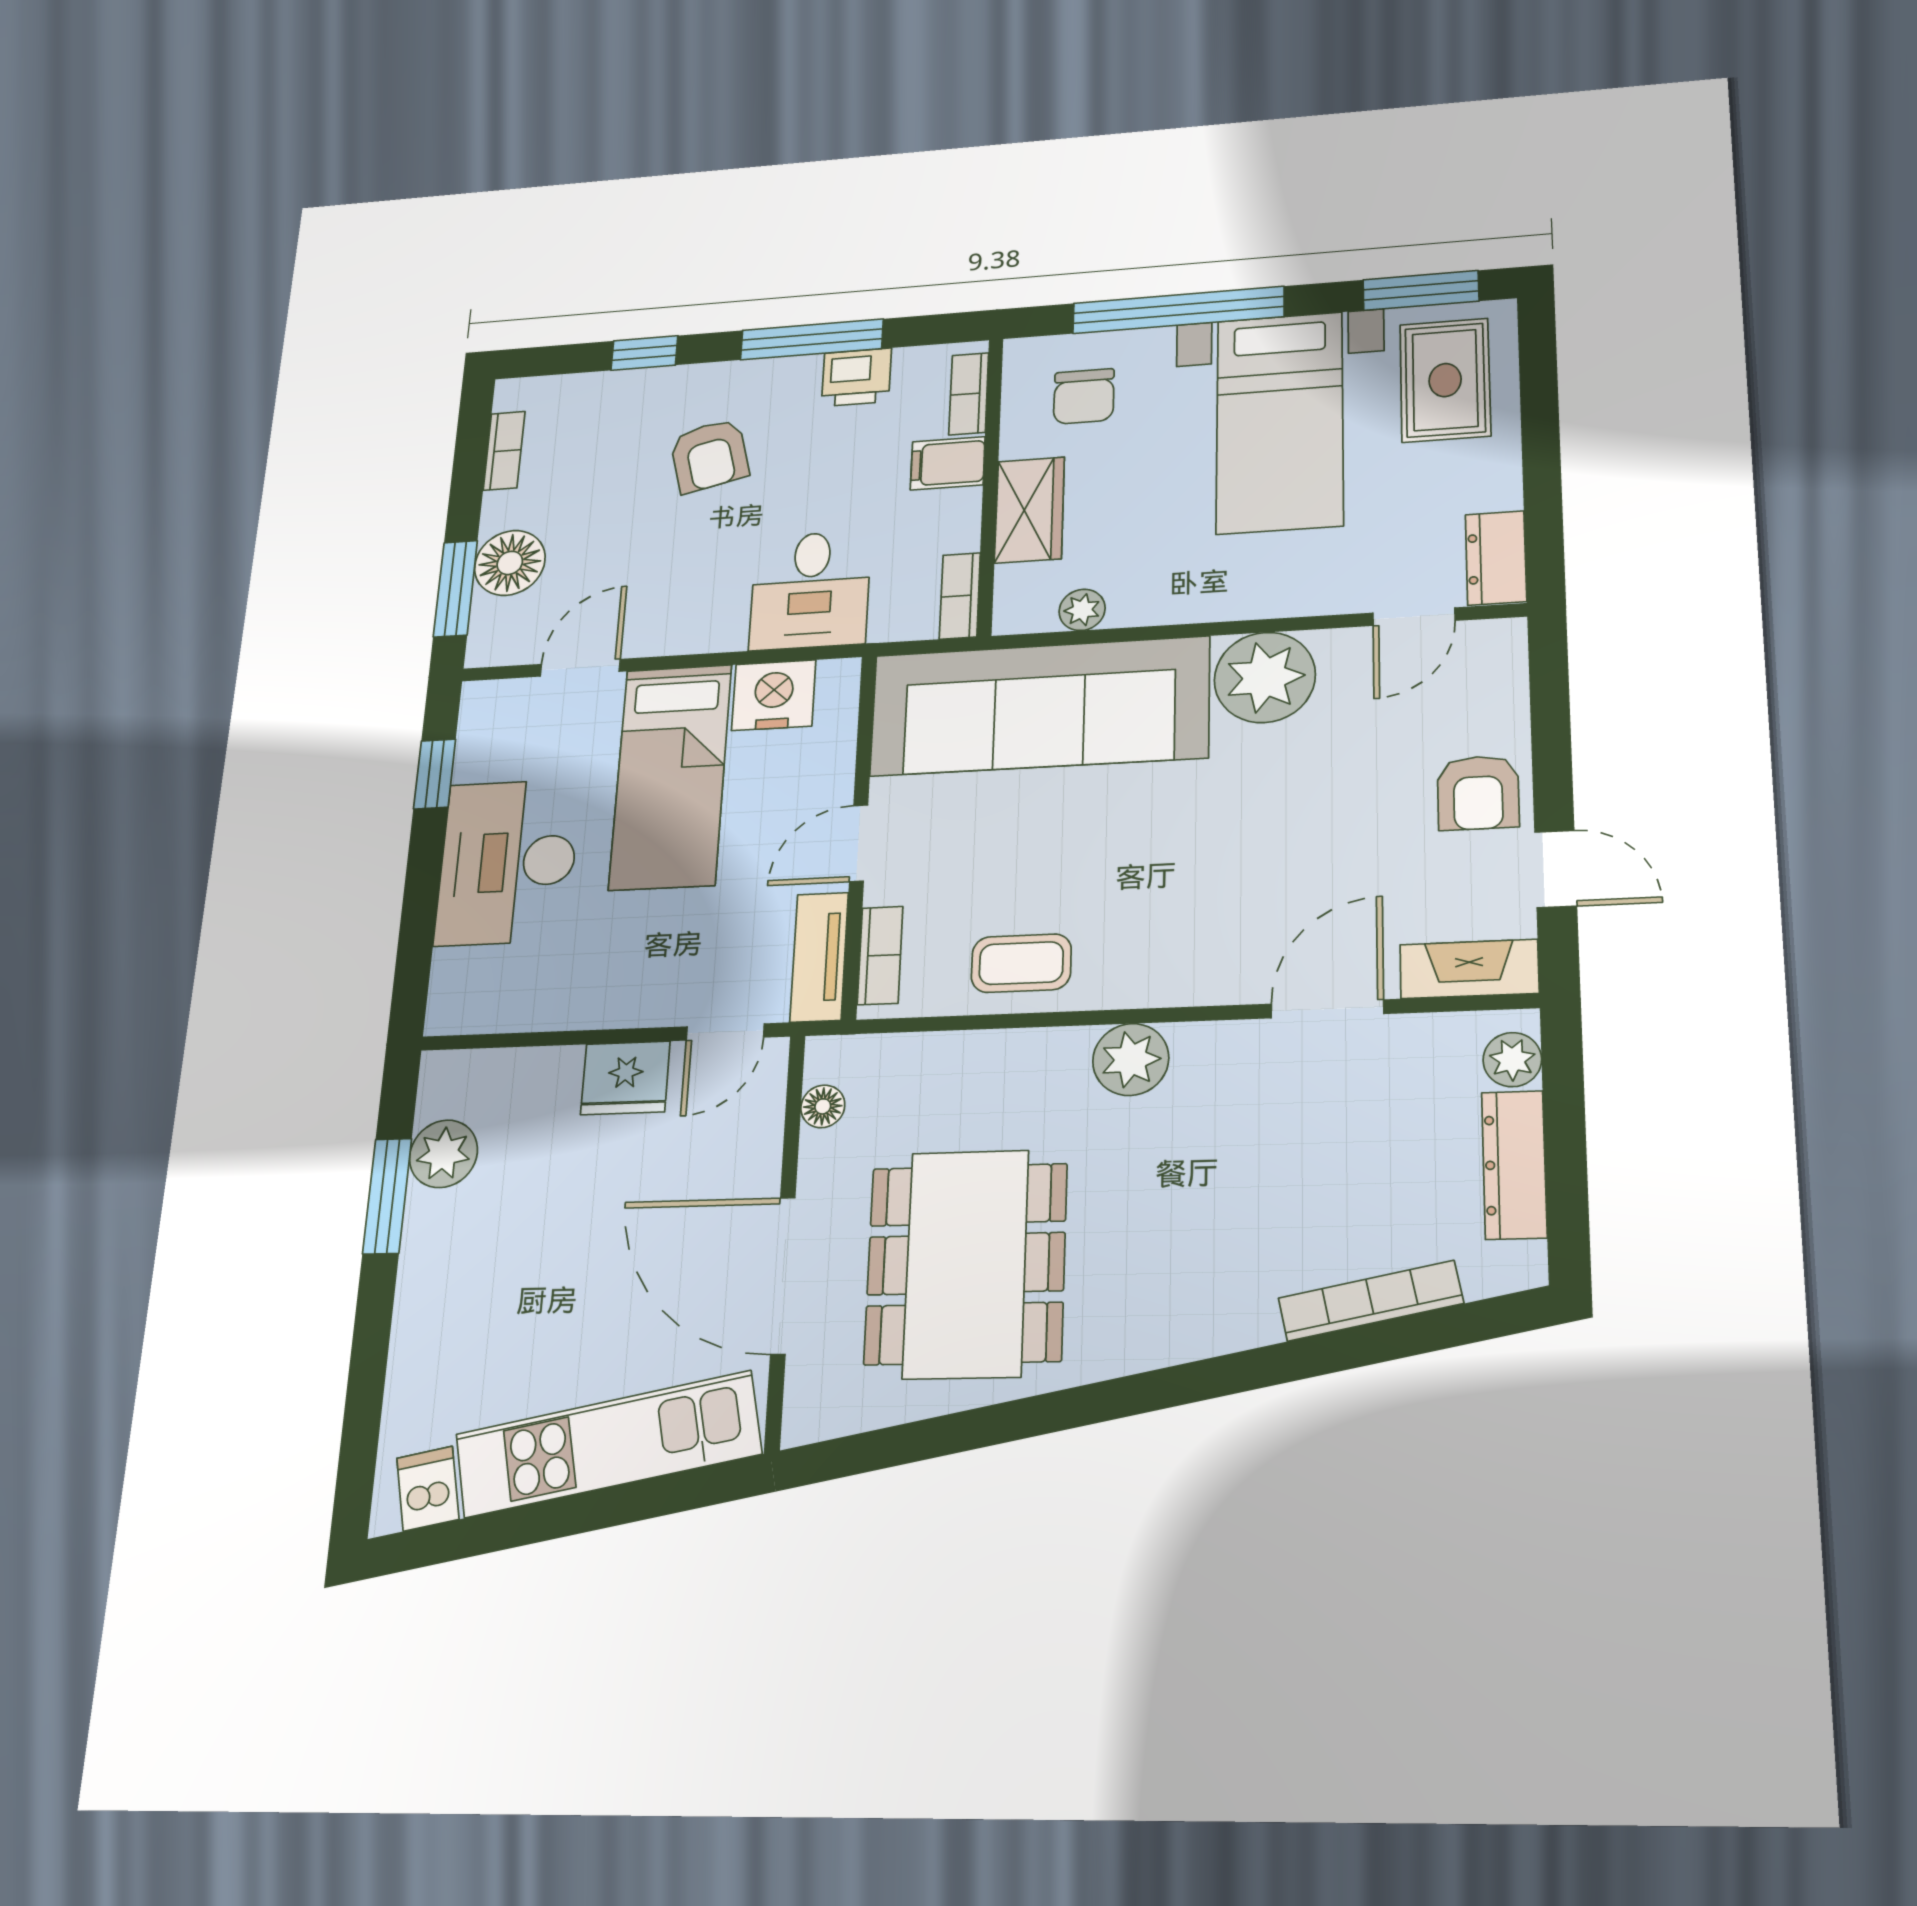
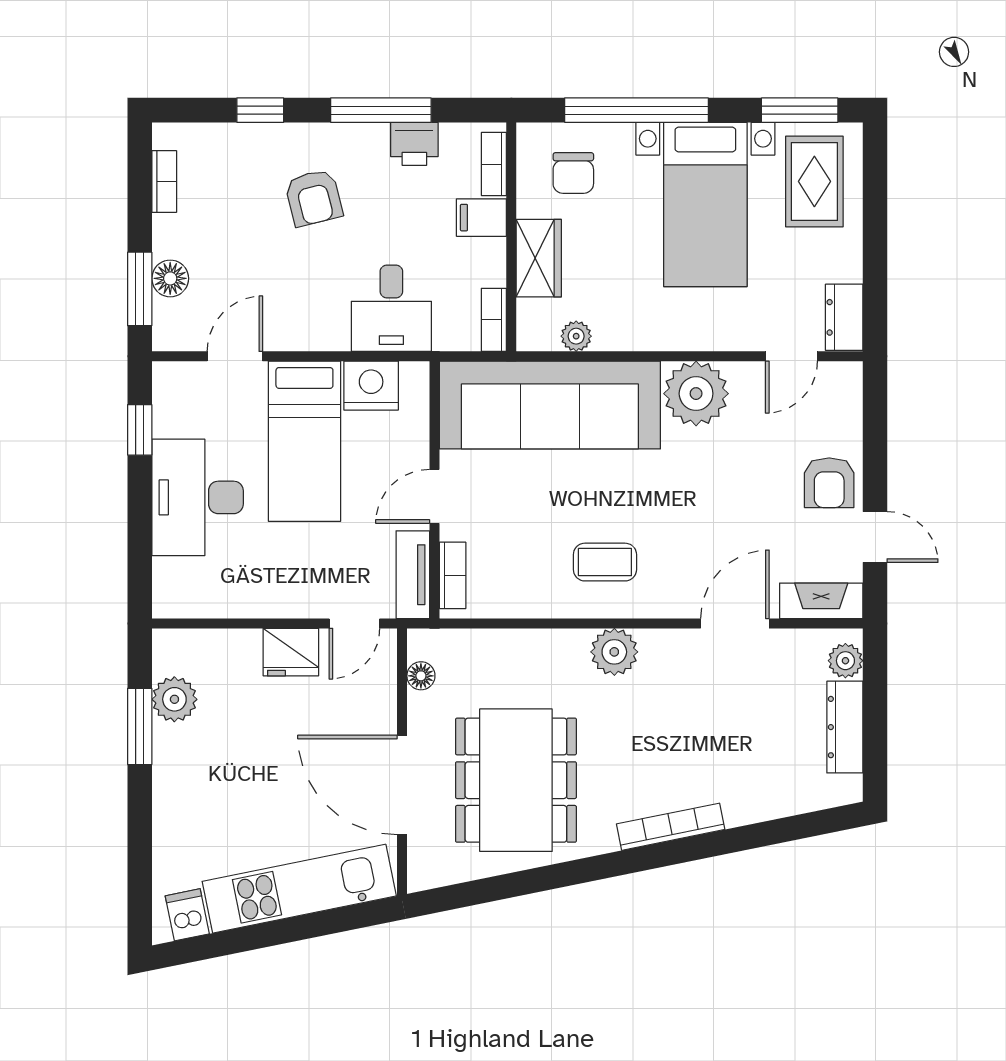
floor lamp: (510, 563) -> (170, 278), width x0.73, depth x0.73
coffee table: (1021, 963) -> (605, 562), moved
bookcase: (1371, 1301) -> (671, 827), moved

